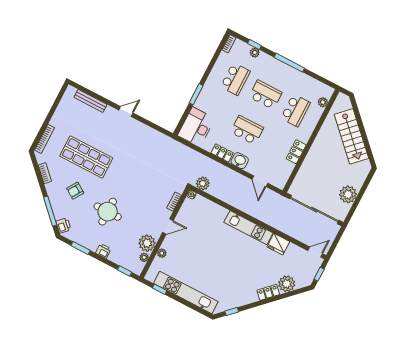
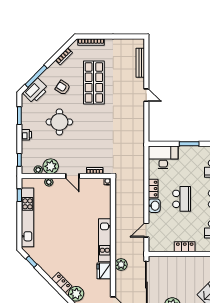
plant: (203, 183) -> (121, 265), moved
printer: (63, 225) -> (36, 91), width x1.87, depth x1.48

